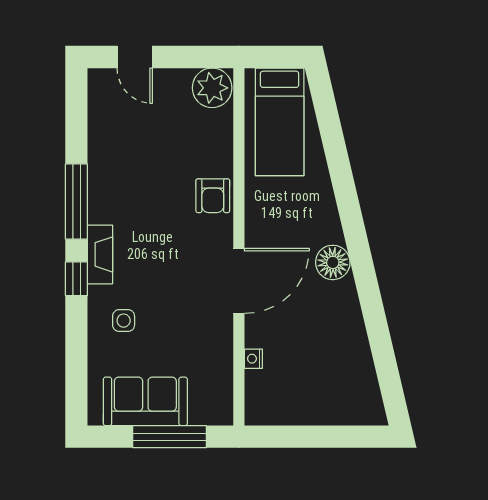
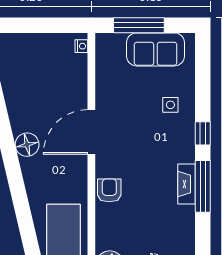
fireplace: (100, 254) -> (187, 184), moved
nightstand: (253, 359) -> (81, 46), moved

